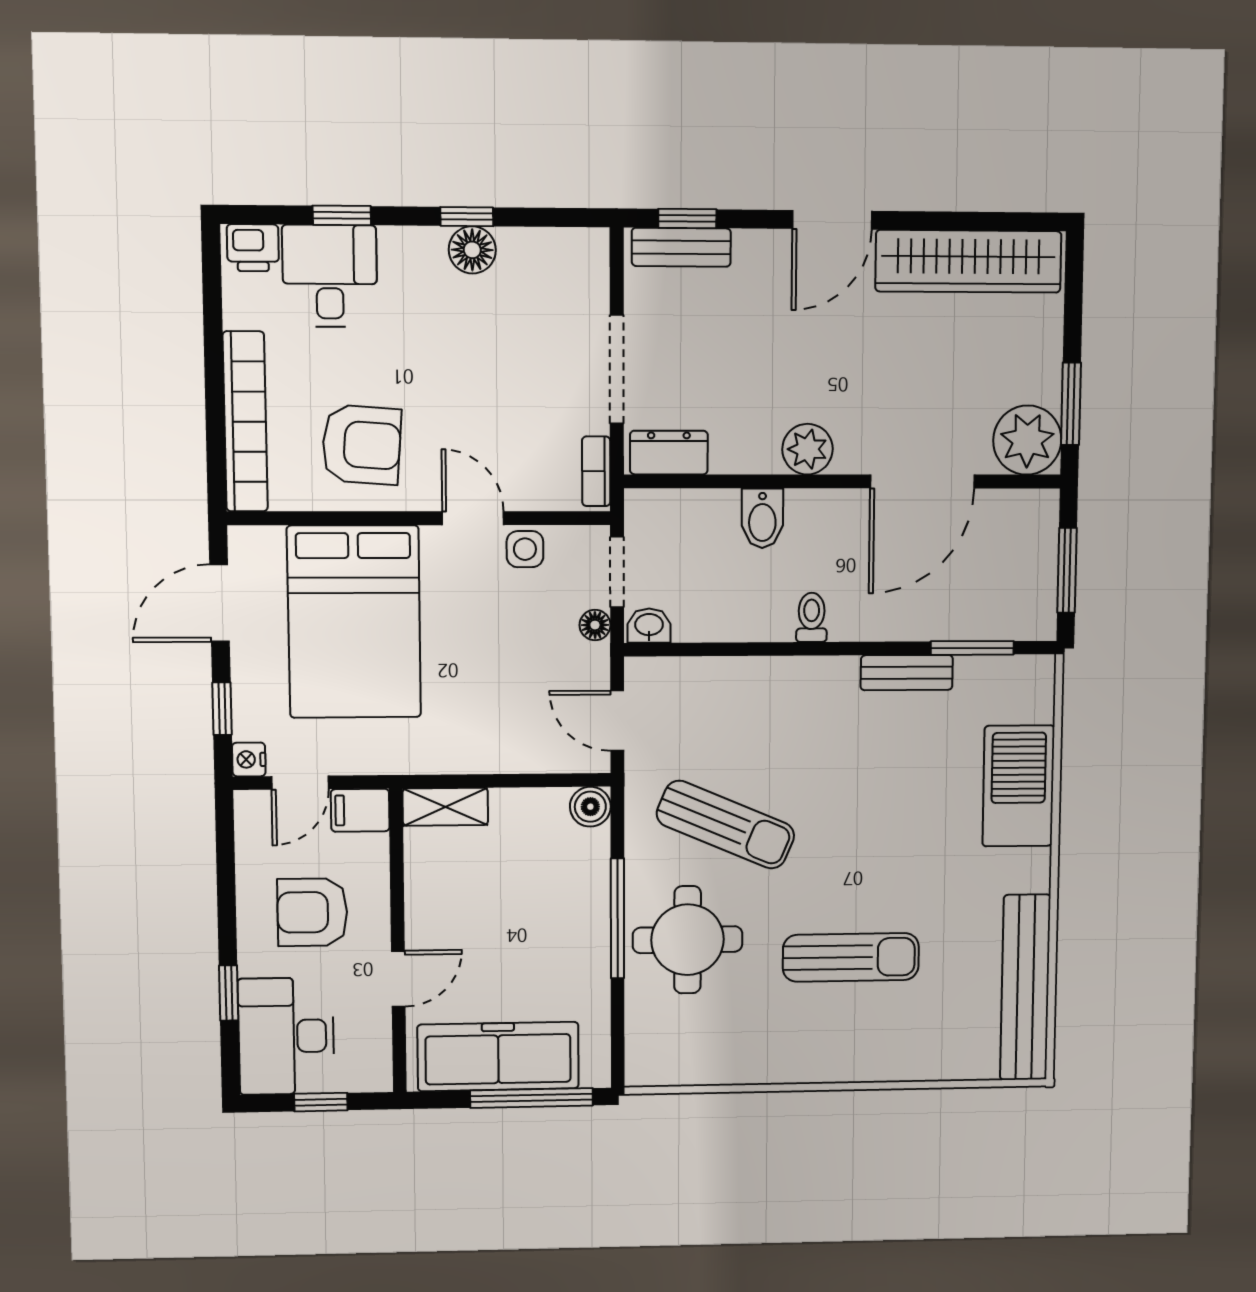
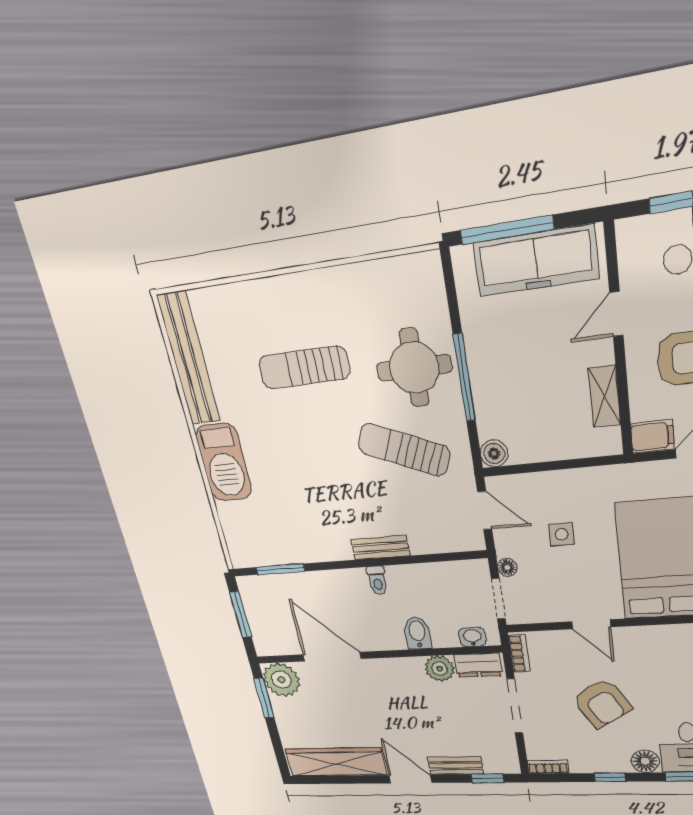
door: (832, 220) -> (410, 779), hinge flipped
bookcase: (574, 242) -> (548, 767), added
bench: (681, 247) -> (455, 766), moved
floor lamp: (472, 250) -> (645, 761), moved
armchair: (361, 445) -> (602, 703), moved, turned -125
plant: (807, 449) -> (440, 669), moved
door: (922, 481) -> (332, 657), hinge flipped
side table: (525, 549) -> (562, 534), moved
washbasin: (649, 626) -> (472, 637), moved, turned 180
bench: (907, 673) -> (380, 547), moved
barbecue: (1018, 786) -> (224, 463), moved
shelving: (445, 807) -> (605, 397), moved, turned 90

